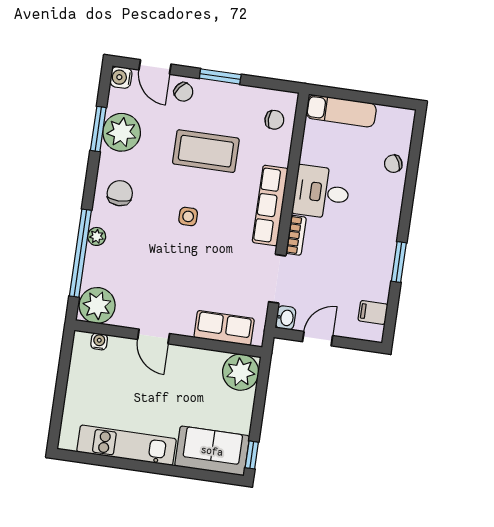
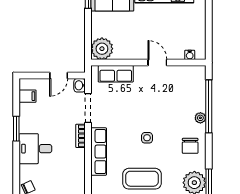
desk: (321, 192) -> (35, 149), moved, turned 180
plant: (97, 305) -> (194, 76), removed

